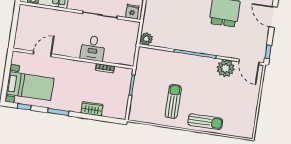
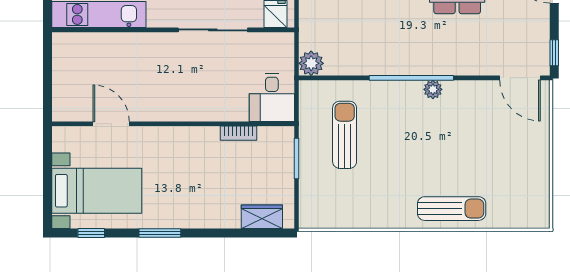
desk: (93, 48) -> (272, 97), moved
door: (42, 54) -> (111, 124), hinge flipped
plant: (226, 68) -> (433, 89), moved, width x0.53, depth x0.53
sun lounger: (173, 101) -> (345, 135), moved
wardrobe: (92, 109) -> (262, 217), moved

